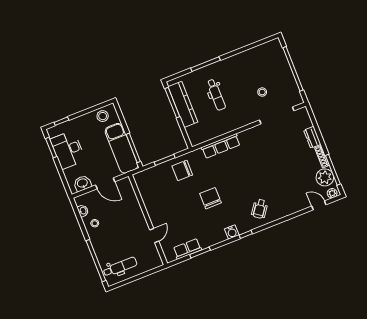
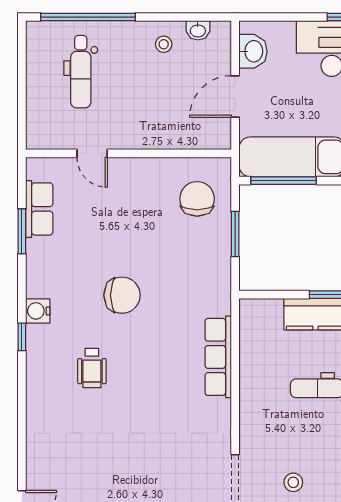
chair: (182, 170) -> (197, 199), moved
wheelchair: (260, 209) -> (92, 368), moved, turned -126
dental chair: (120, 267) -> (81, 72), moved

